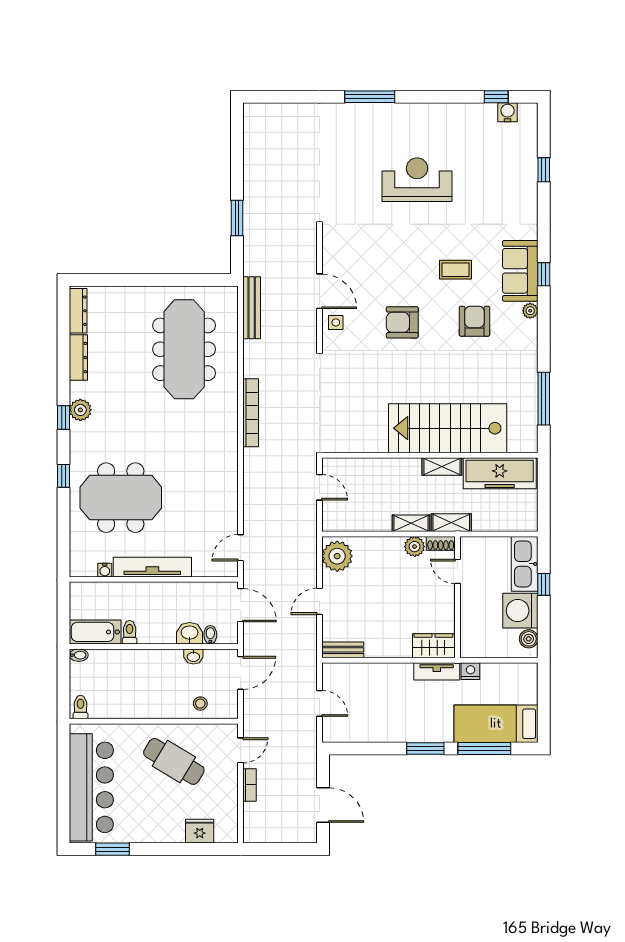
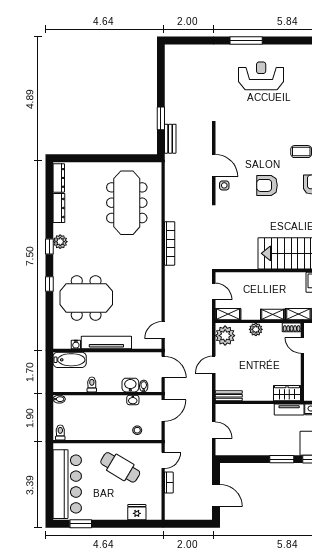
reception desk: (417, 180) -> (261, 76), moved
bench: (252, 308) -> (170, 139), moved, width x0.73
shelving: (442, 466) -> (228, 314), moved
plant: (415, 547) -> (256, 329), moved
bathtub: (95, 632) -> (70, 360), moved, turned 180

